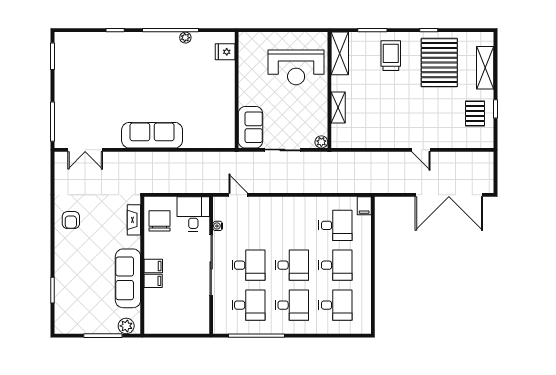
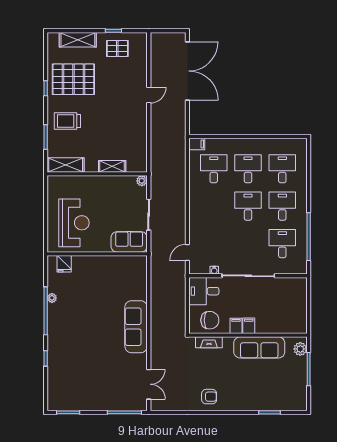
reception desk: (296, 67) -> (74, 223), moved
chair: (160, 221) -> (210, 320), turned 180
desk: (249, 265) -> (248, 244), removed
filing cabinet: (153, 281) -> (236, 326), moved

